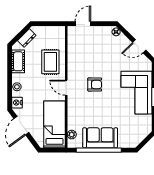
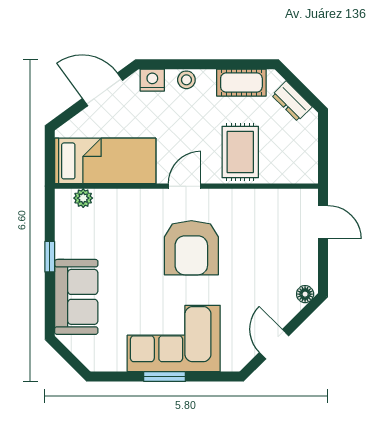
rug: (50, 62) -> (240, 152), turned 90
armchair: (95, 85) -> (191, 248), width x1.88, depth x1.88
sofa: (100, 138) -> (76, 297), moved
window: (99, 150) -> (50, 257), width x0.32

